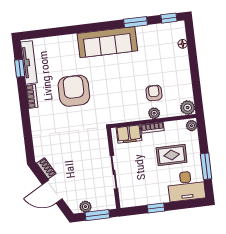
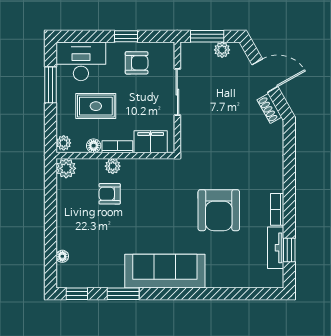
tv unit: (29, 62) -> (276, 248), width x0.71
armchair: (154, 93) -> (110, 194), turned 90
floor lamp: (170, 126) -> (94, 146), added
armchair: (146, 190) -> (137, 63), added

